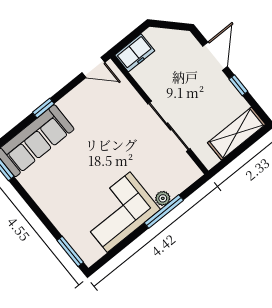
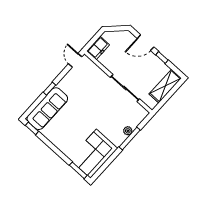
door: (215, 56) -> (146, 43), swing flipped
door: (93, 68) -> (75, 60), swing flipped
corner sofa: (119, 212) -> (93, 154), moved

